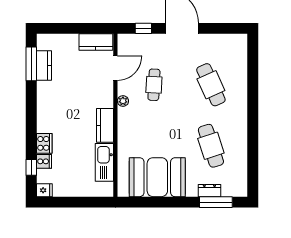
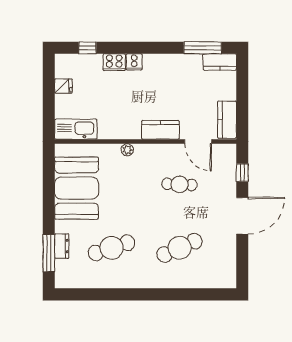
kitchen counter: (44, 66) -> (220, 62), moved
plant: (123, 101) -> (127, 150), moved
kitchen counter: (105, 125) -> (160, 130), moved
cooker: (44, 161) -> (134, 62), moved
kitchen sink: (104, 162) -> (76, 129), moved
fridge: (44, 190) -> (63, 86), moved, turned -90

